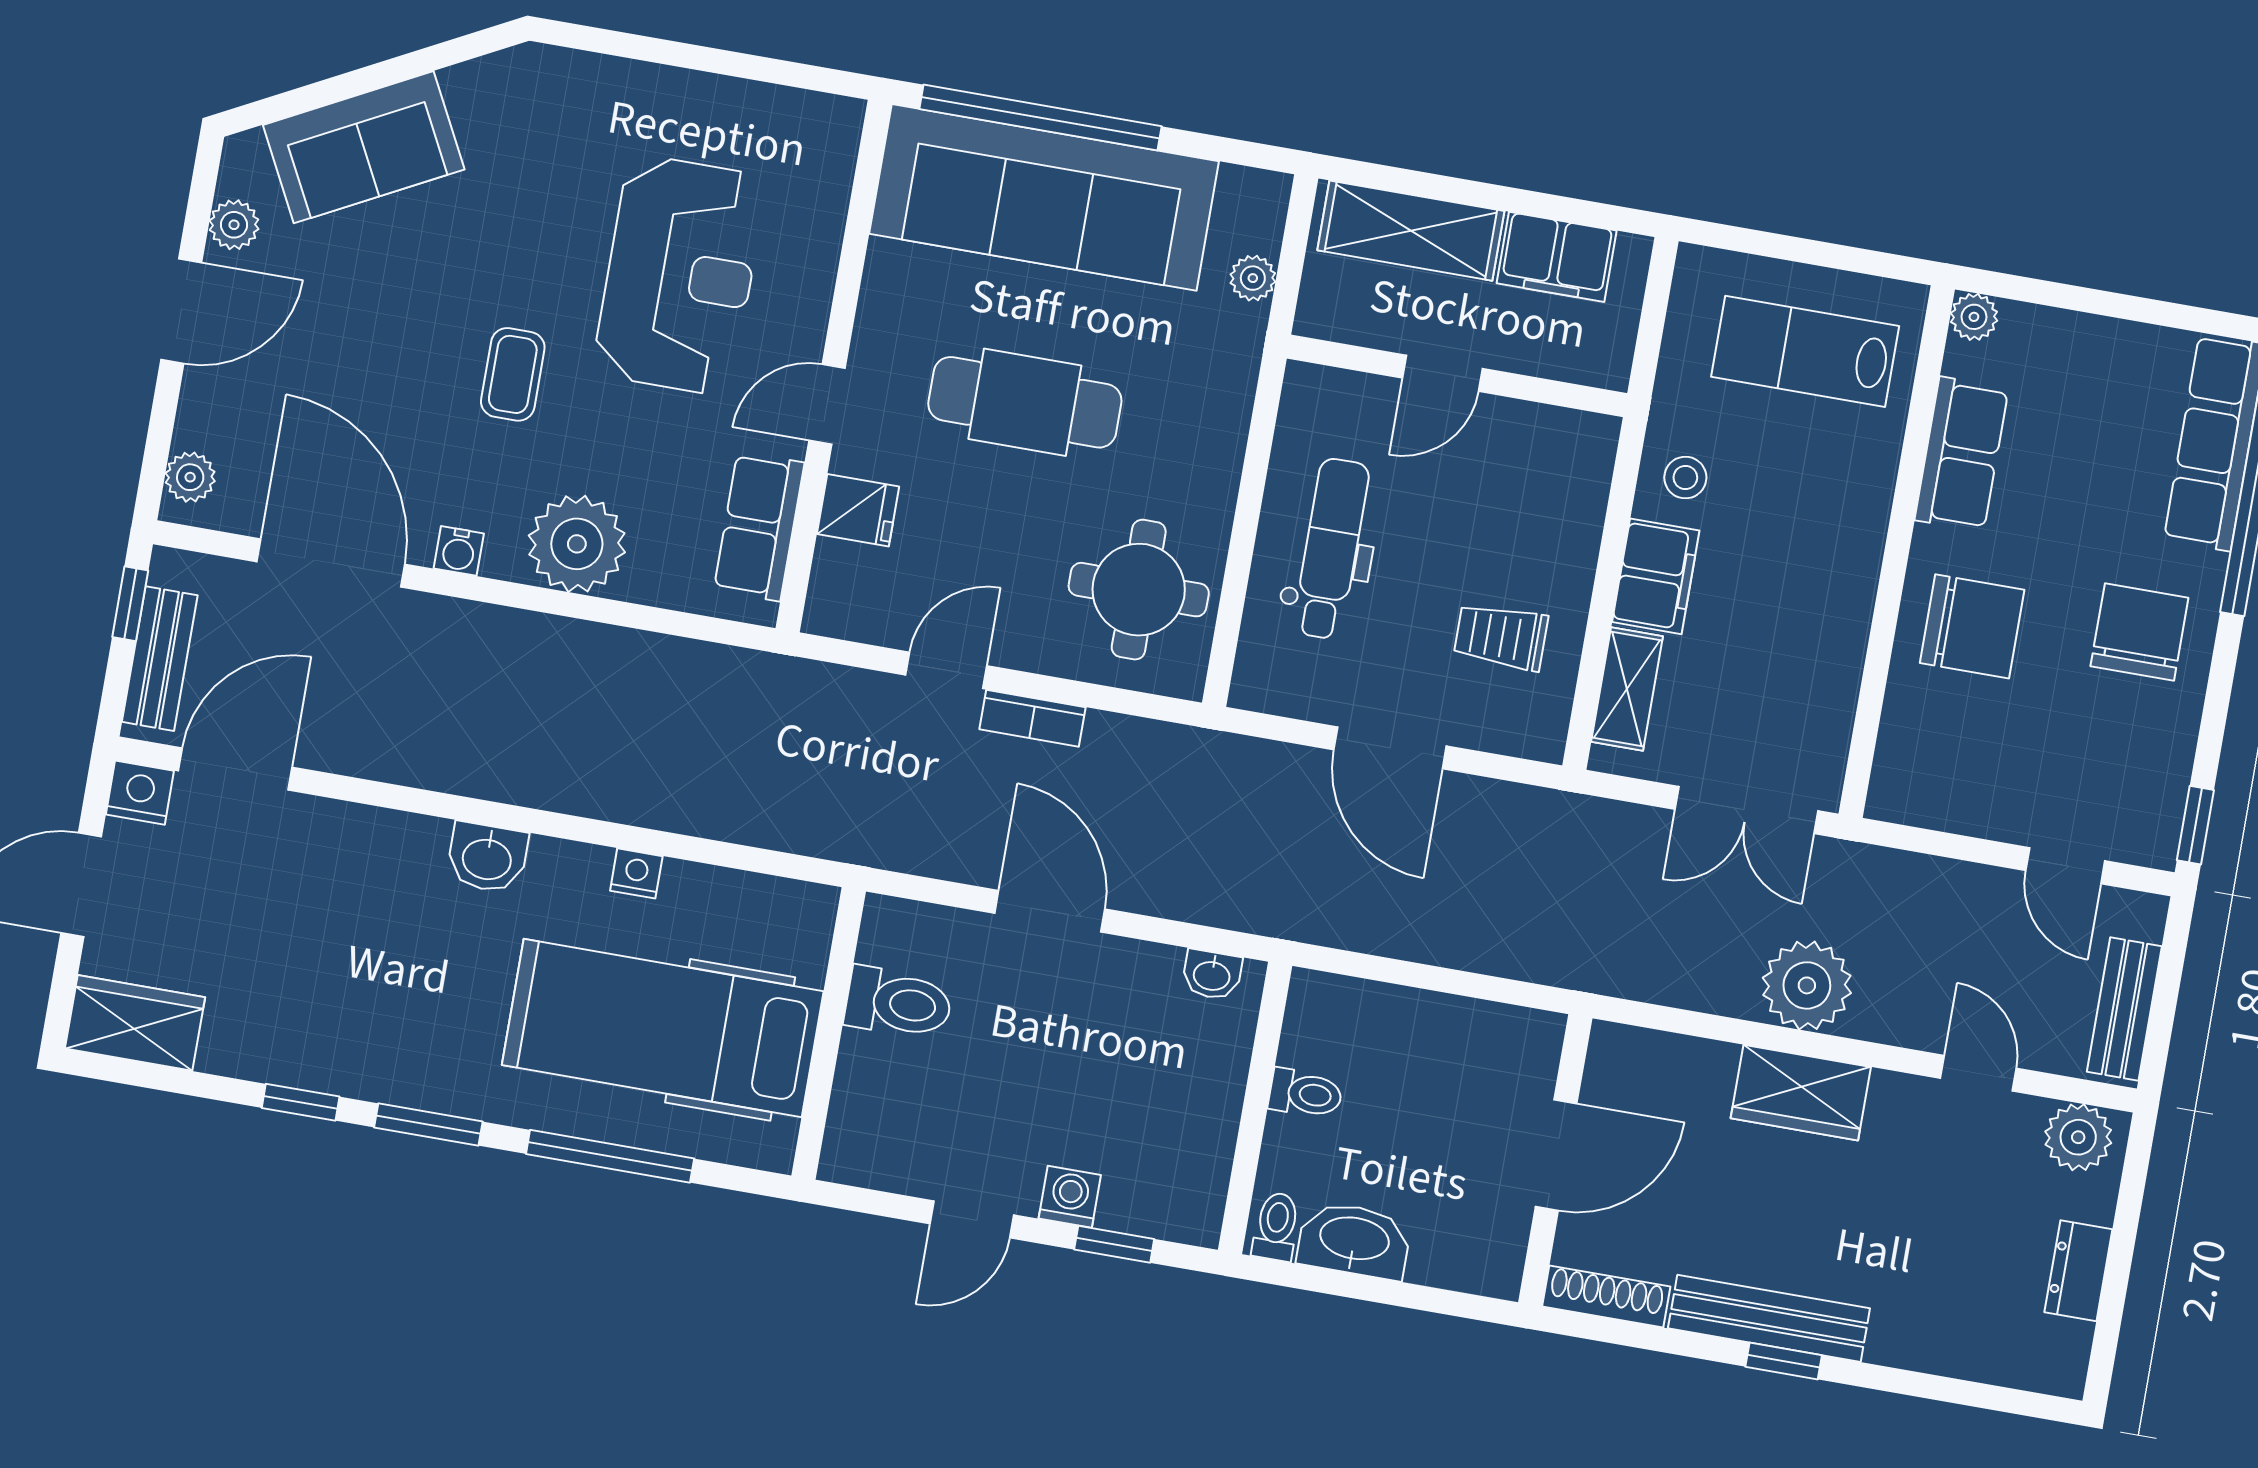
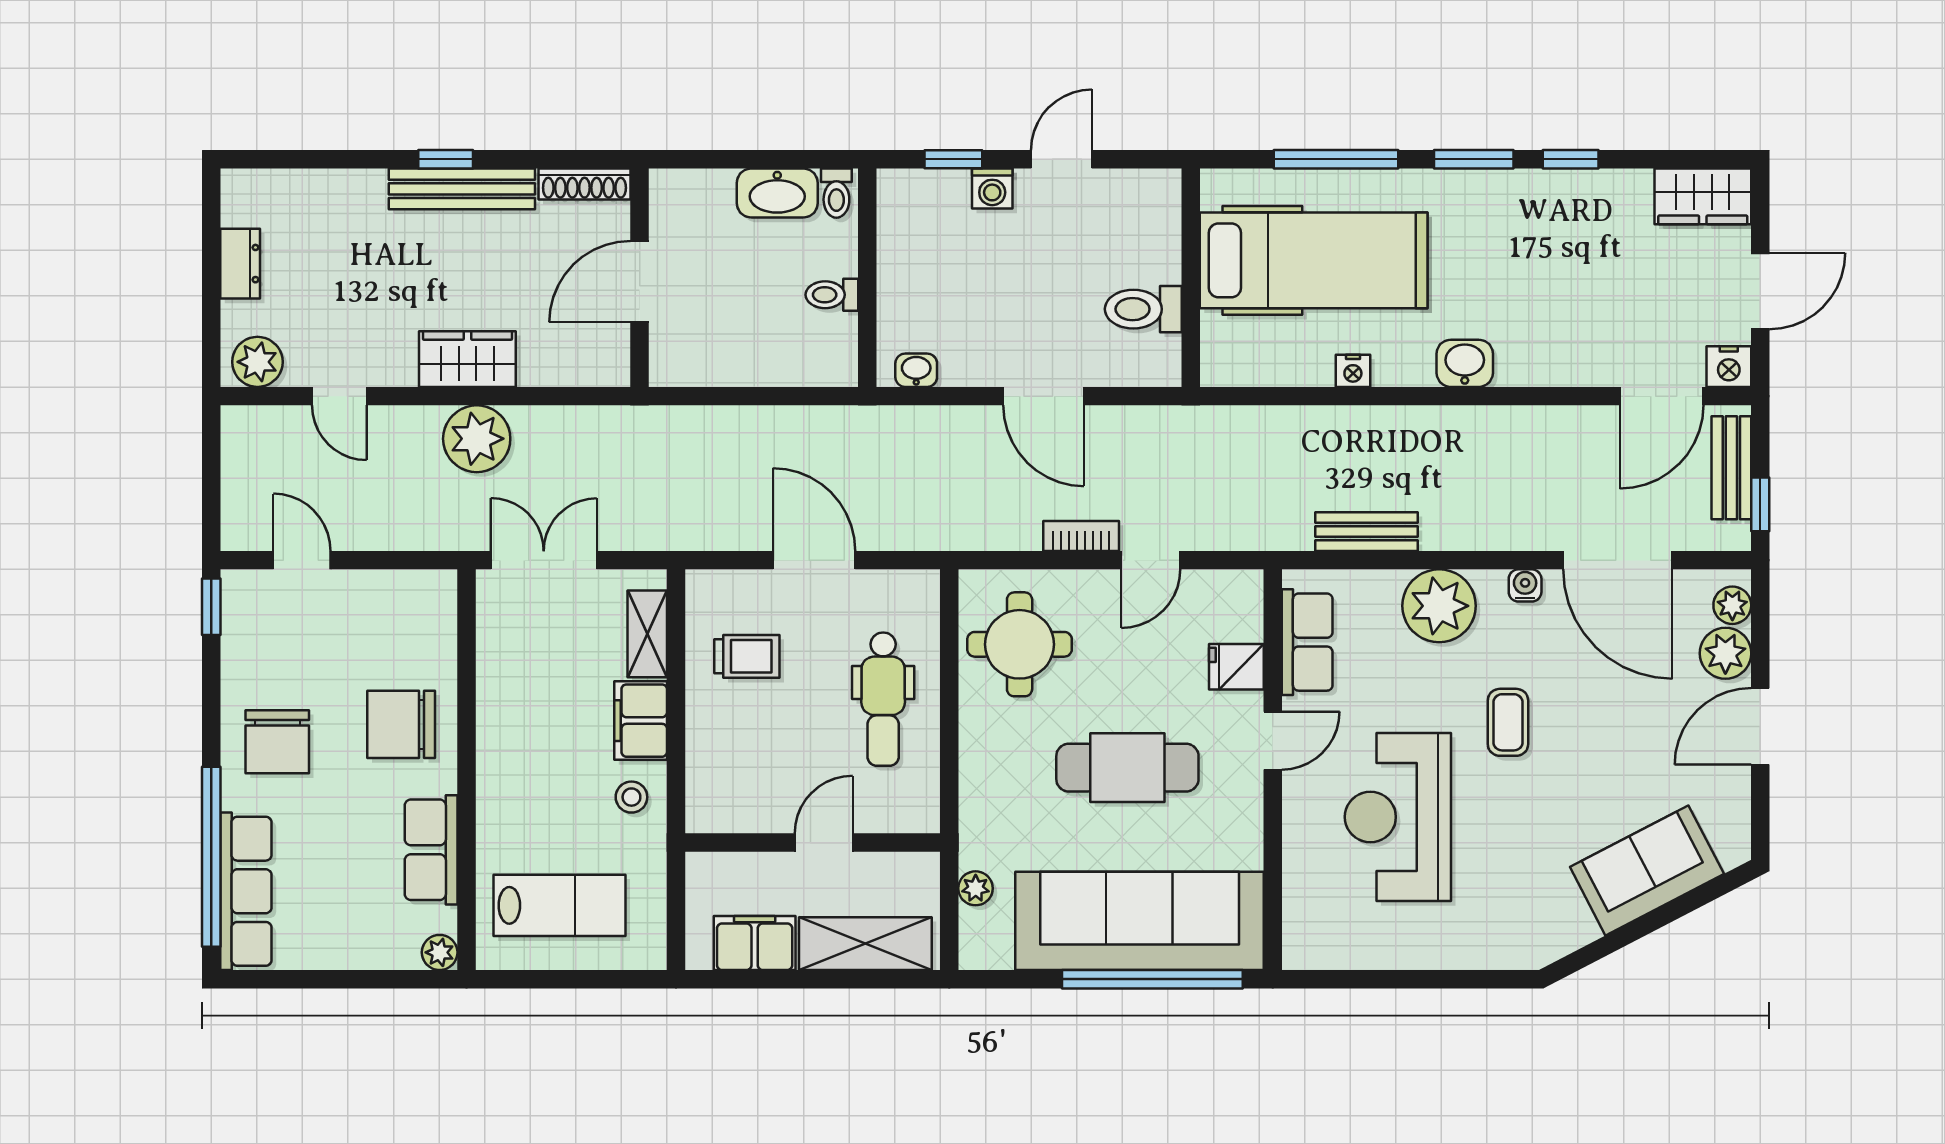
plant: (234, 225) -> (1725, 653), moved, width x1.38, depth x1.38
bench: (2124, 1009) -> (1367, 532), moved, turned 90

